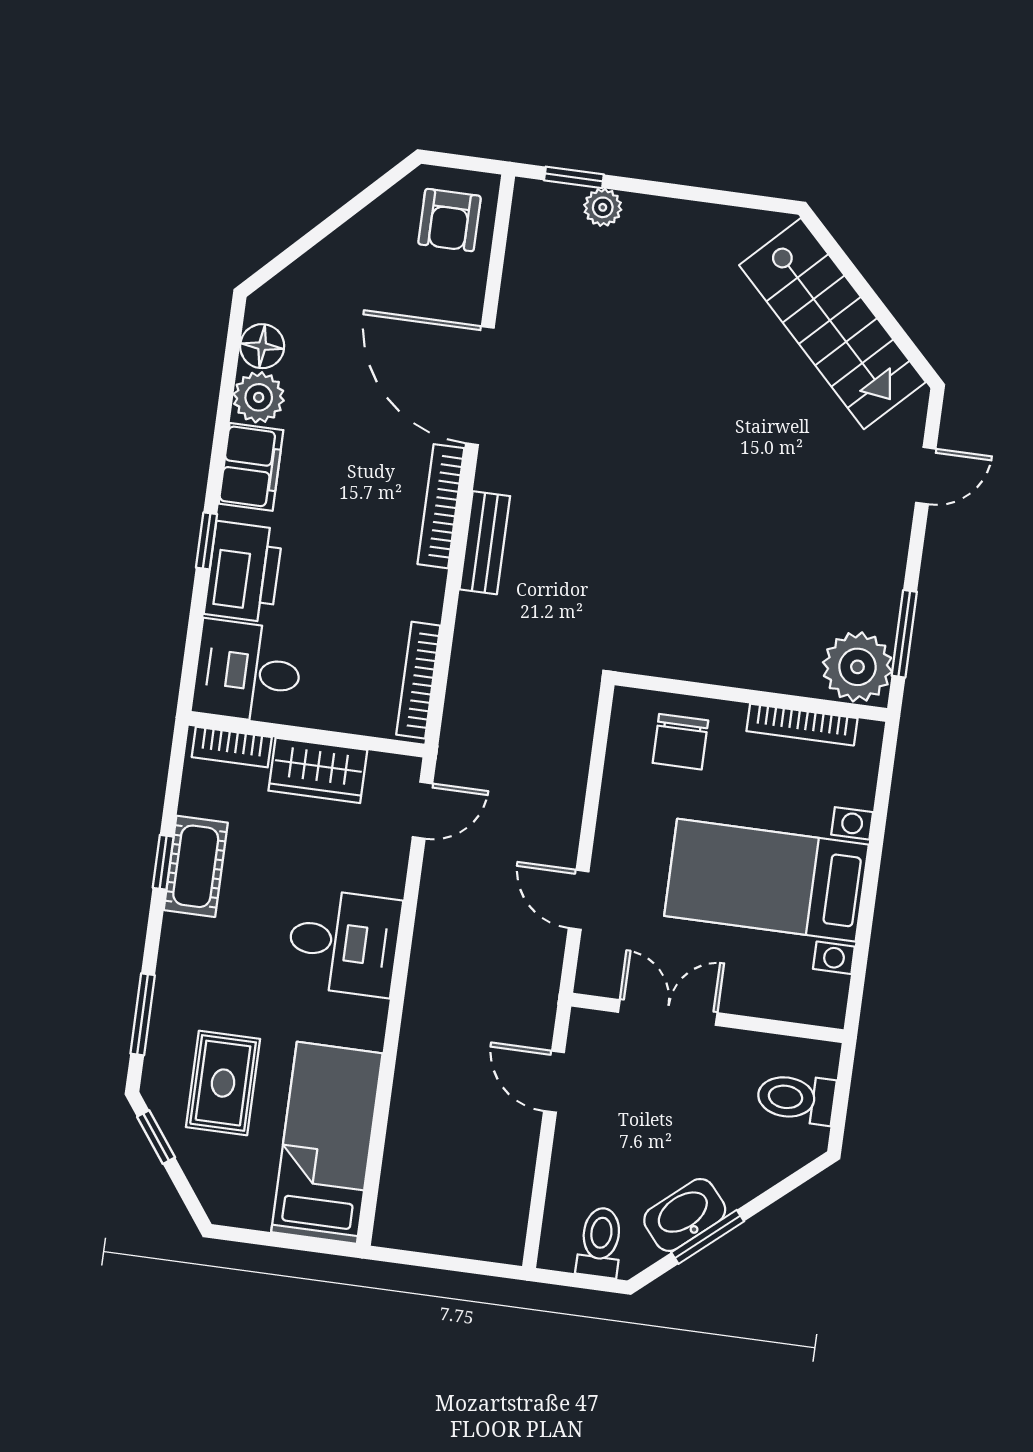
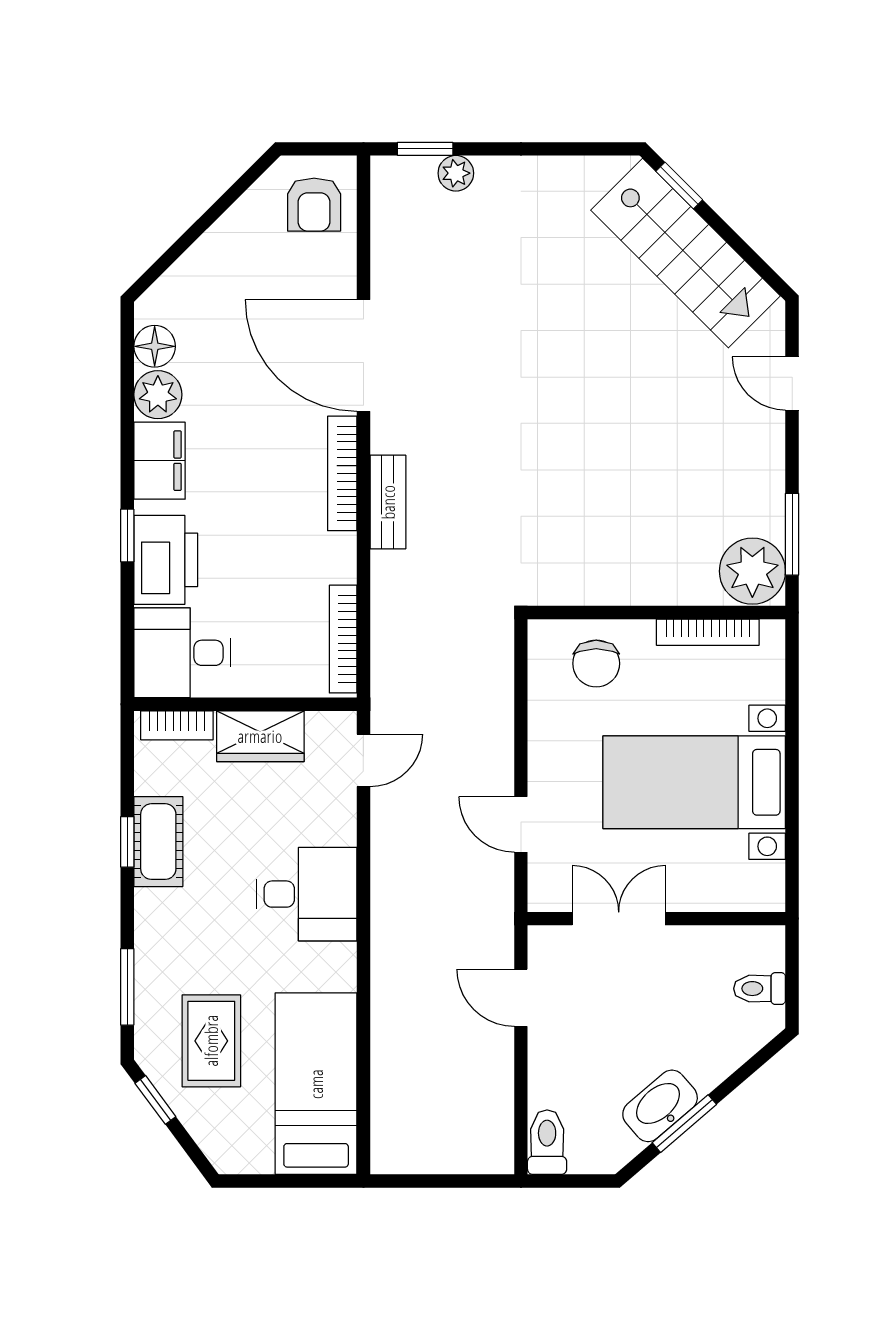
window: (835, 252) -> (679, 186), added
door: (926, 476) -> (792, 384), swing flipped
toilet: (796, 1098) -> (760, 989), width x0.73, depth x0.72
toilet: (600, 1242) -> (547, 1142), moved

